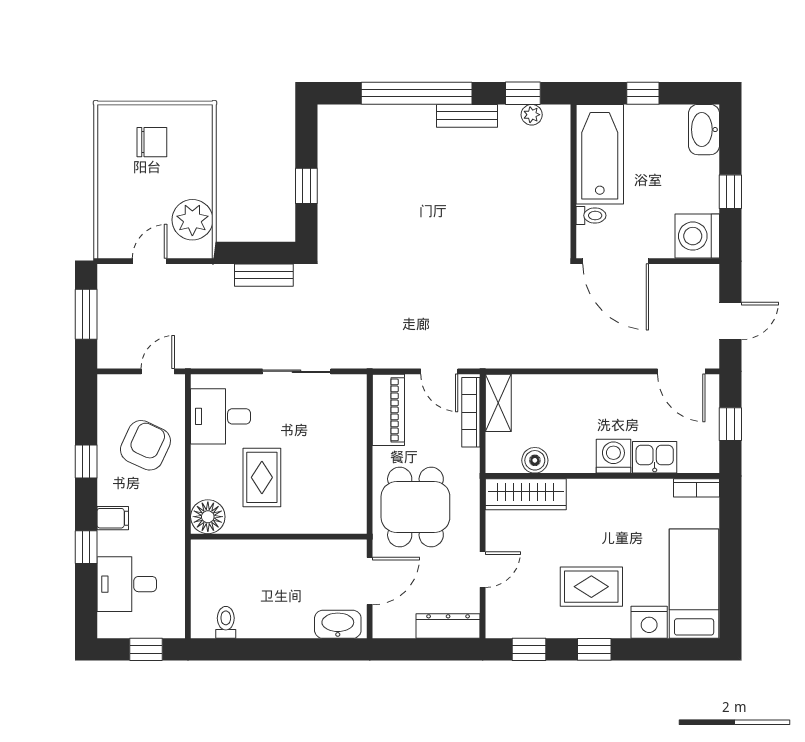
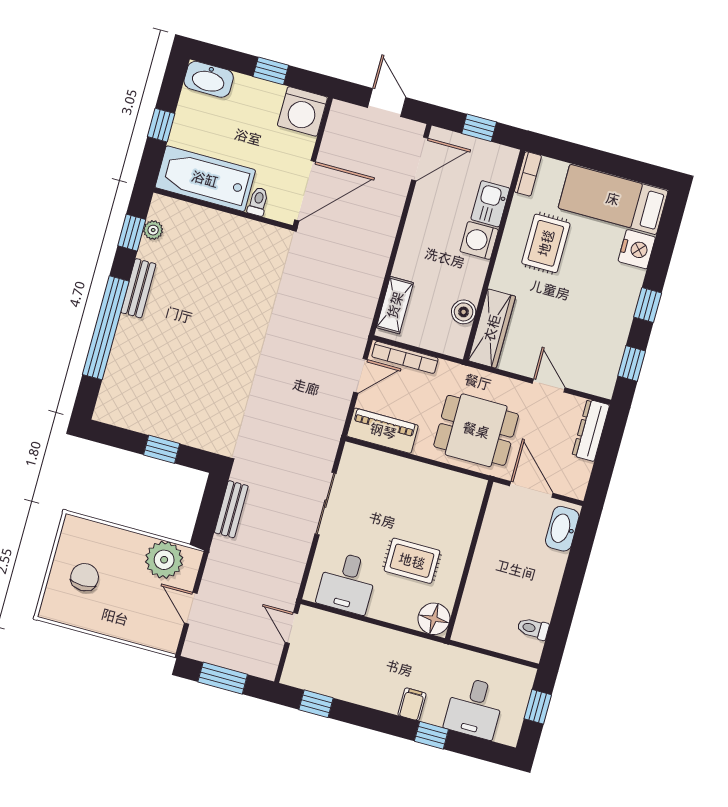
shelving: (498, 403) -> (395, 305), moved, turned 90
armchair: (145, 445) -> (355, 657), removed
window: (86, 462) -> (316, 704), moved
rug: (591, 587) -> (546, 243), moved

